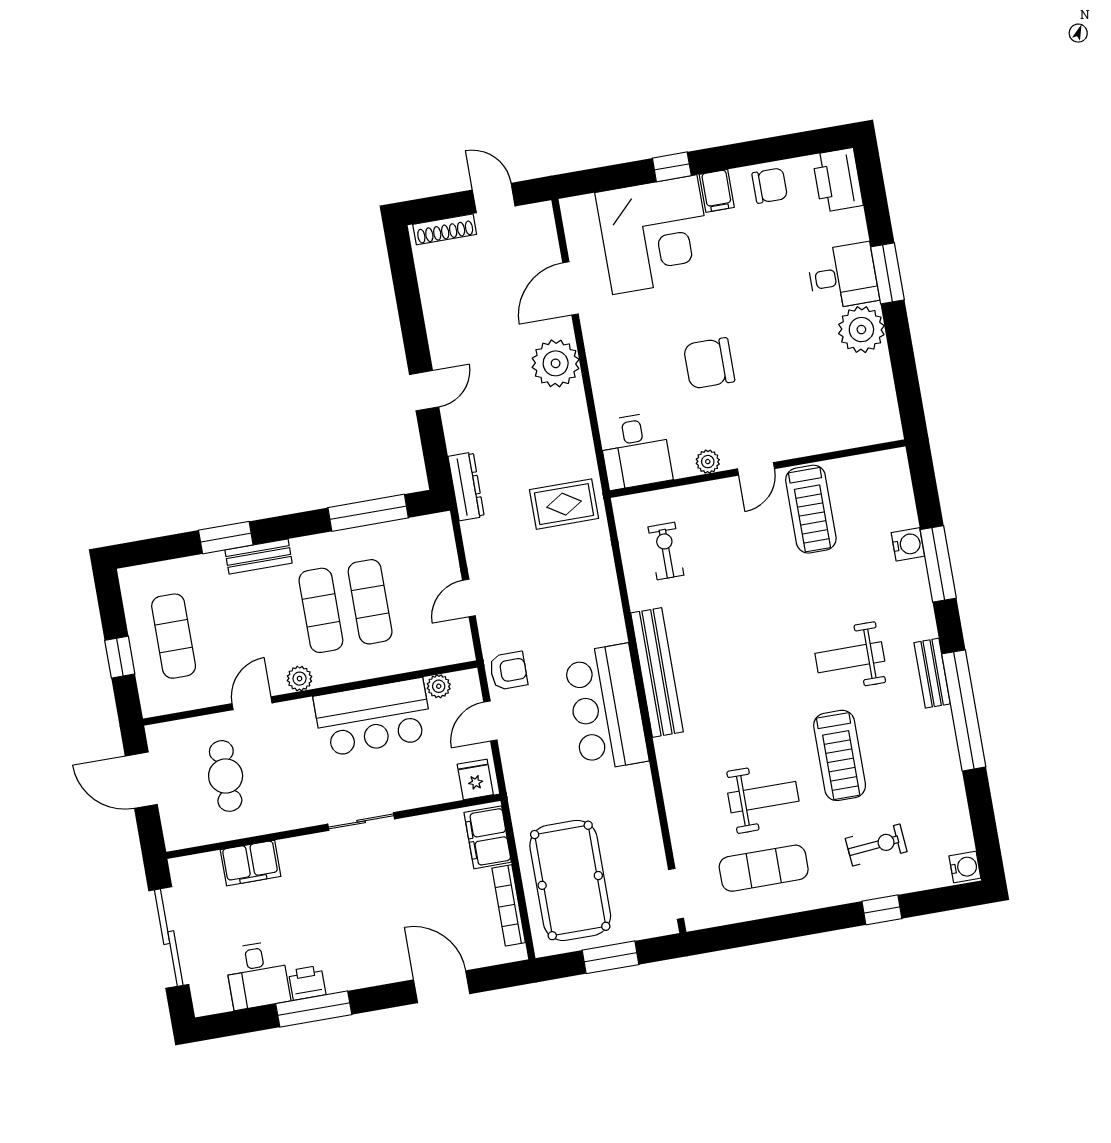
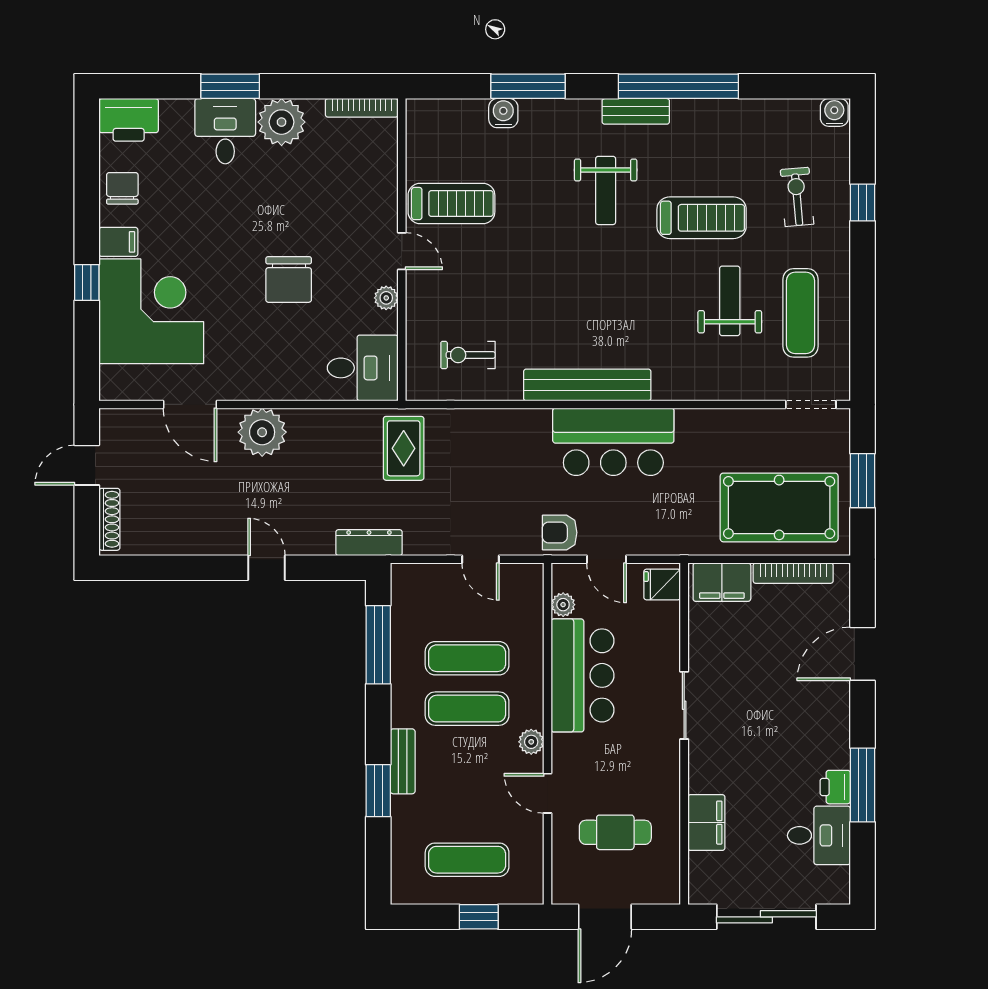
bookcase: (889, 405) -> (362, 108), added
armchair: (508, 671) -> (560, 533), turned -90

